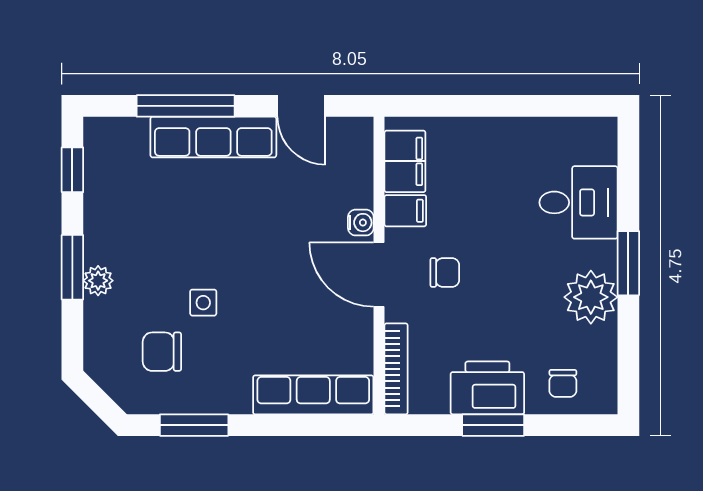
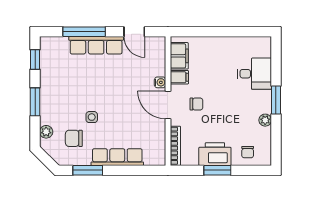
plant: (98, 281) -> (46, 132), moved
plant: (591, 297) -> (265, 120), width x0.53, depth x0.53
row of seats: (313, 395) -> (117, 157), moved

